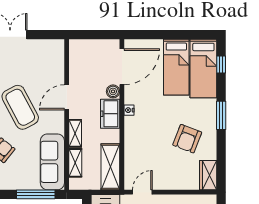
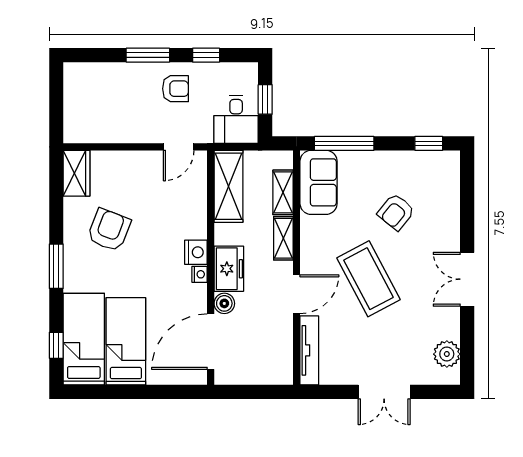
tv unit: (58, 61) -> (309, 350), added
nightstand: (131, 124) -> (196, 252), added
sofa: (52, 162) -> (319, 182), width x0.73

